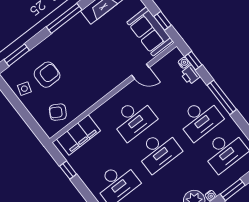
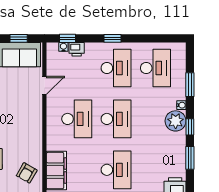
window: (222, 97) -> (113, 38), width x0.46

